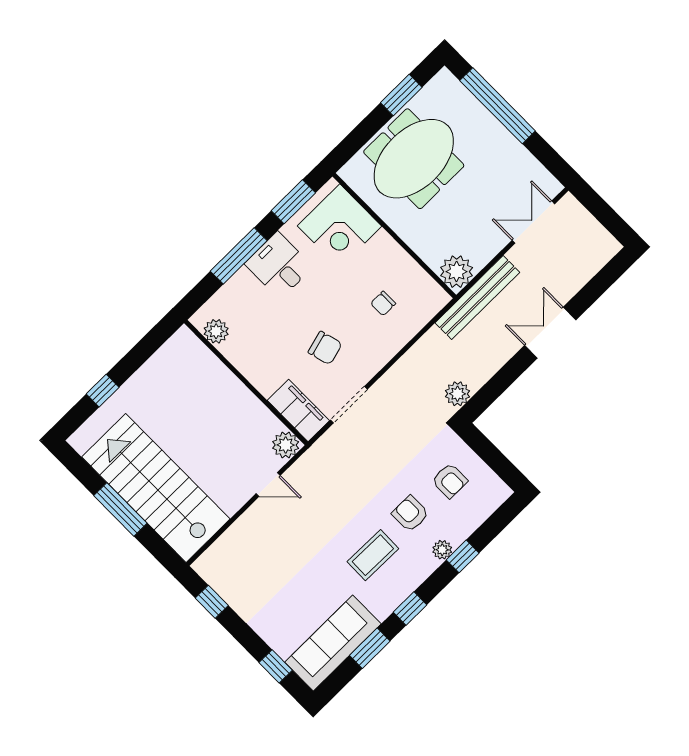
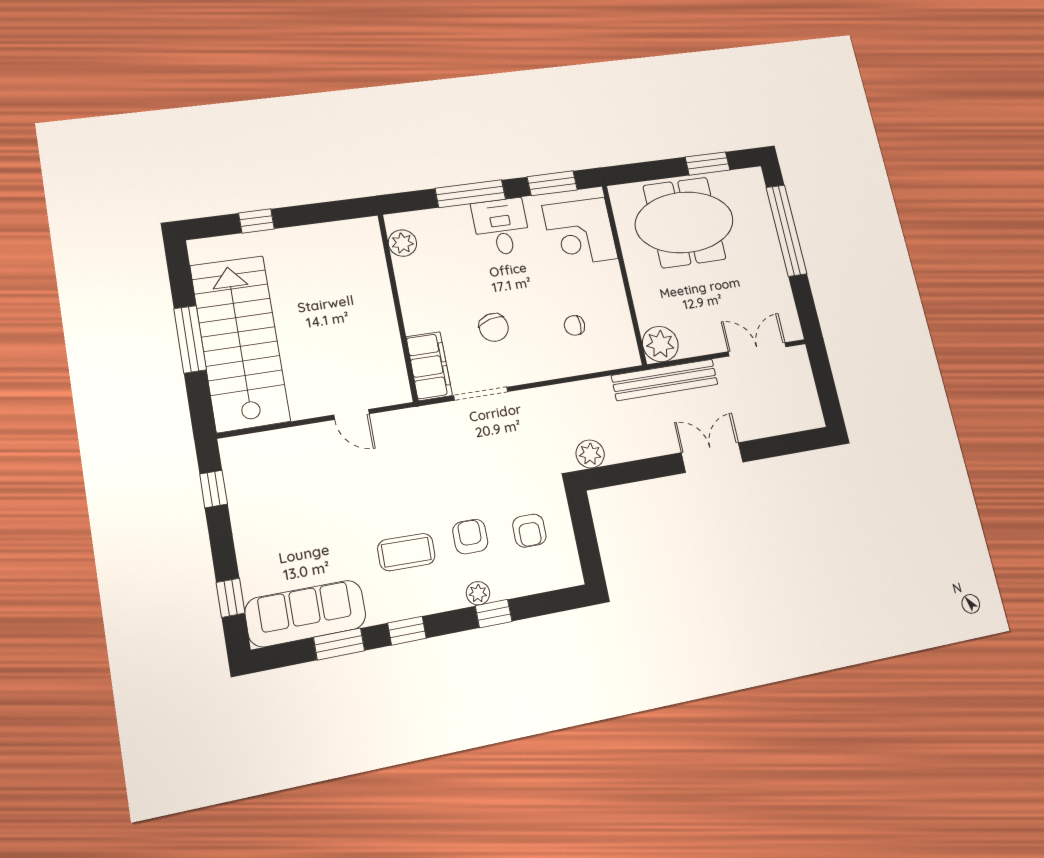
plant: (286, 445) -> (395, 389), removed

